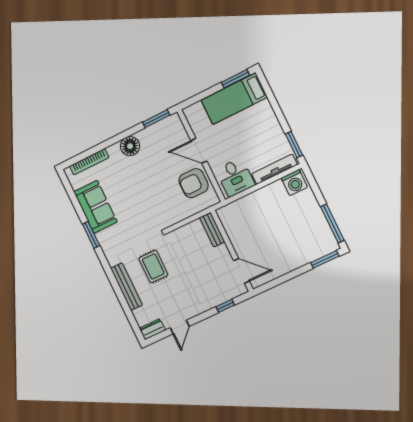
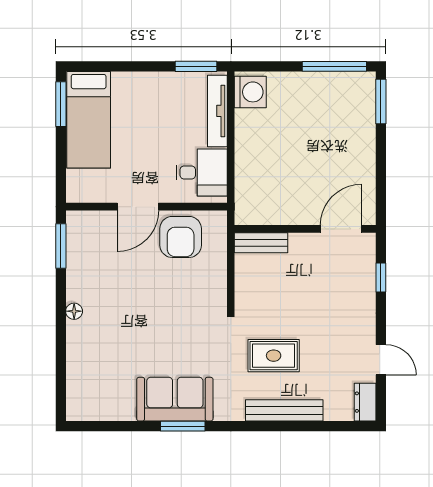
floor lamp: (130, 146) -> (74, 311), width x0.53, depth x0.53
bookcase: (89, 162) -> (74, 376), removed
sofa: (95, 207) -> (175, 399), moved

